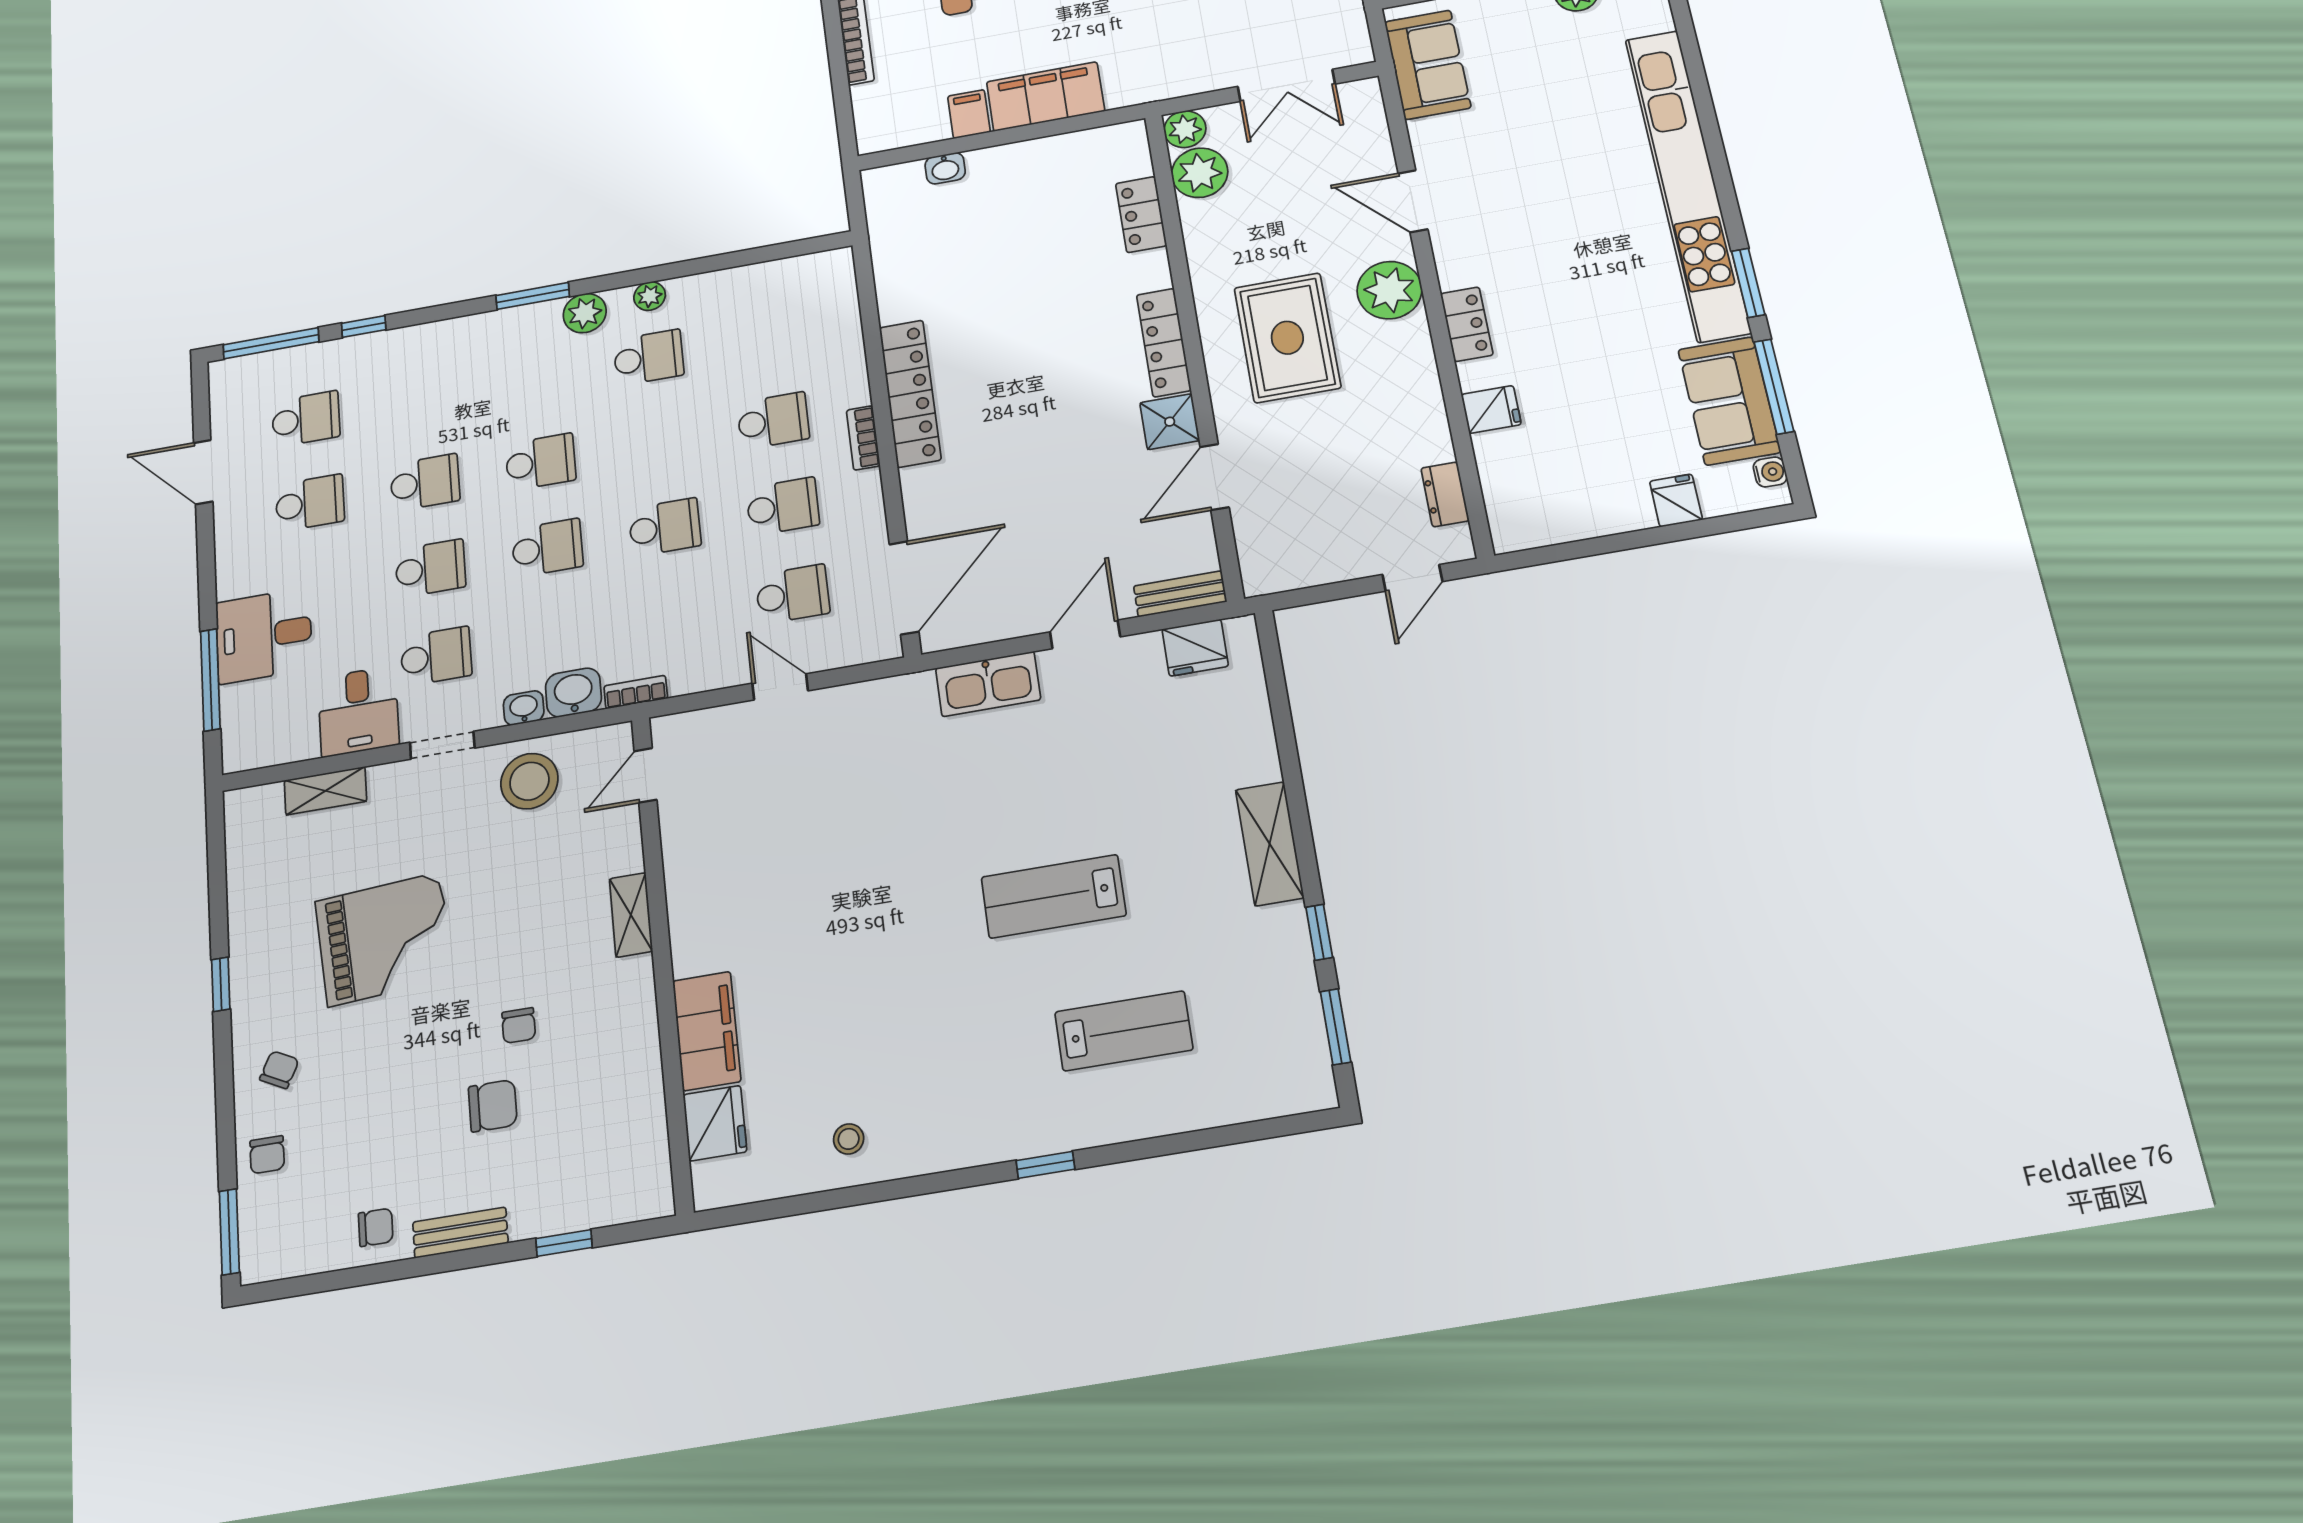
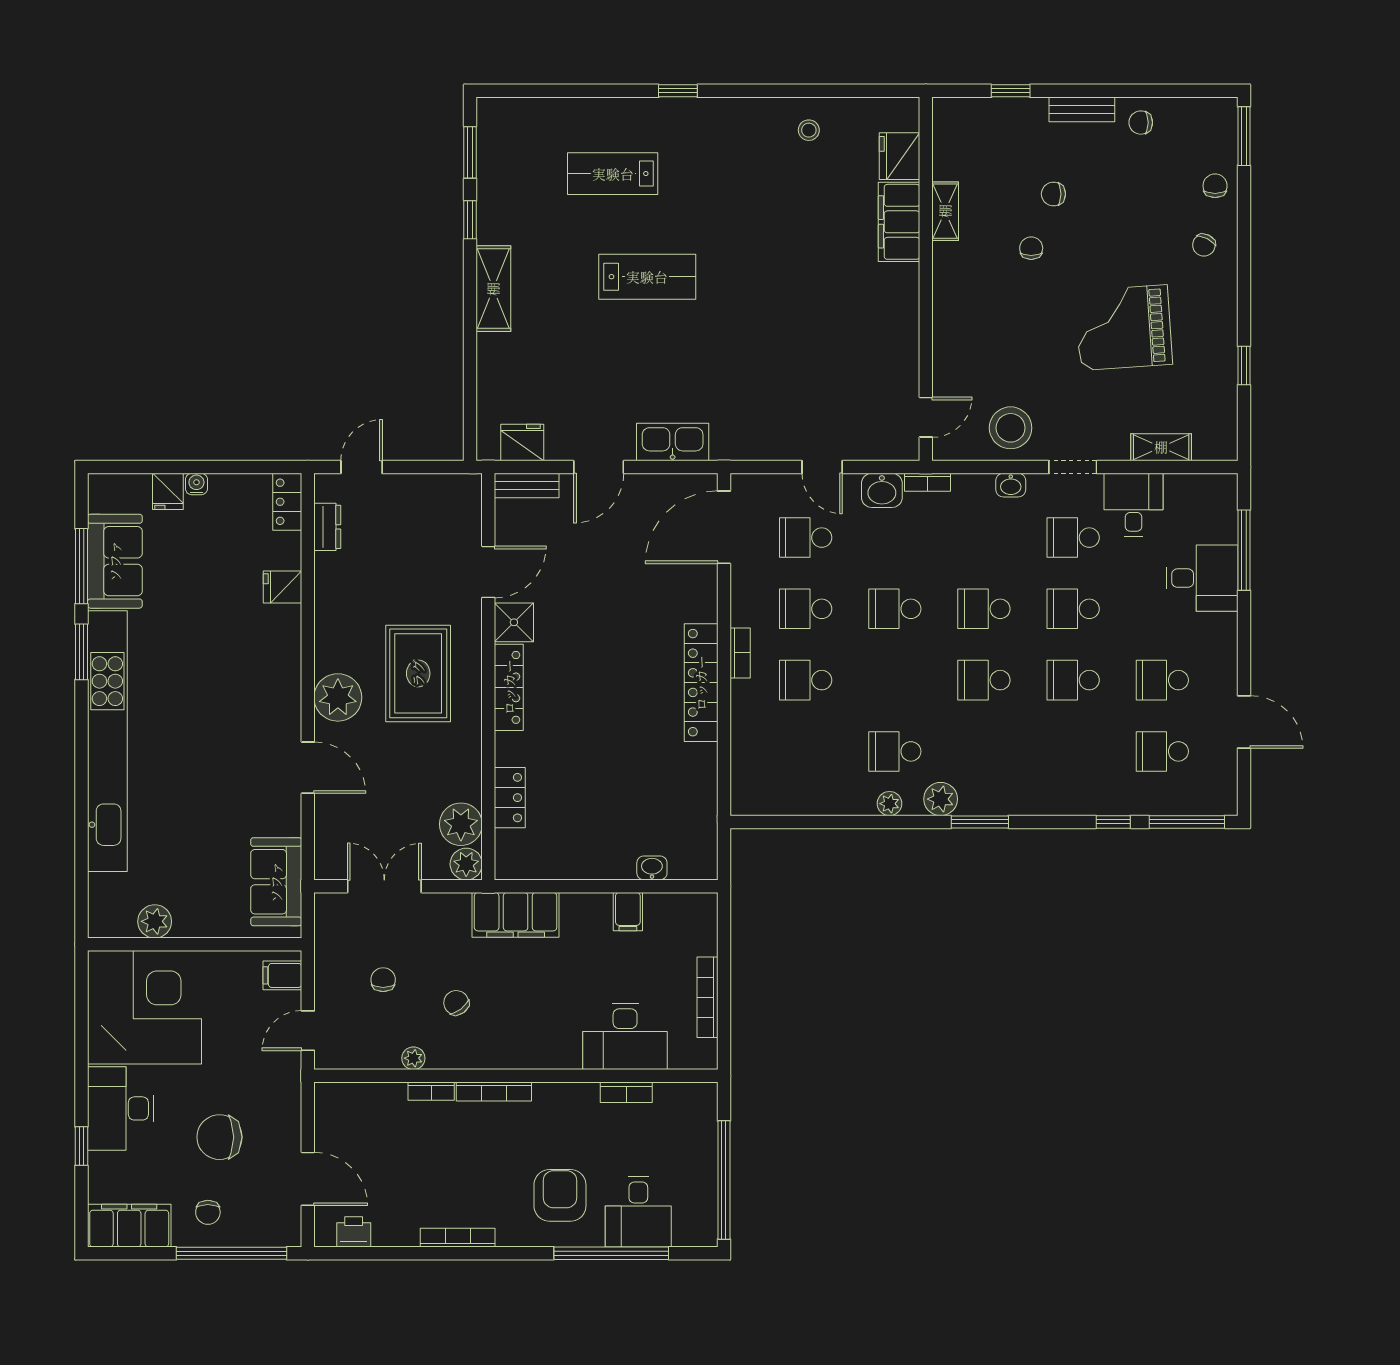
filing cabinet: (1045, 97) -> (516, 915), moved
locker: (1467, 324) -> (287, 502), moved
water cooler: (1770, 472) -> (196, 484), moved, turned 90
washbasin: (573, 692) -> (882, 490), moved
shelving: (631, 915) -> (945, 211), moved
window: (221, 984) -> (1244, 366), moved
chair: (493, 1106) -> (1053, 194), width x0.73, depth x0.73

